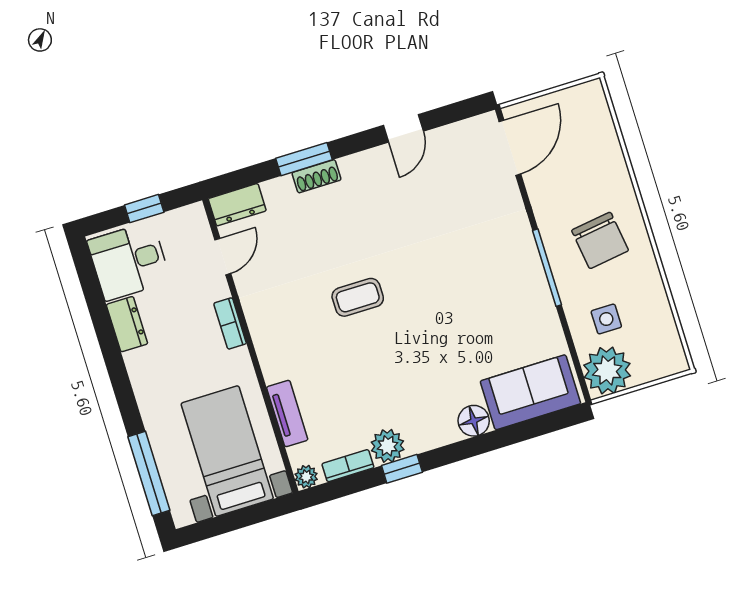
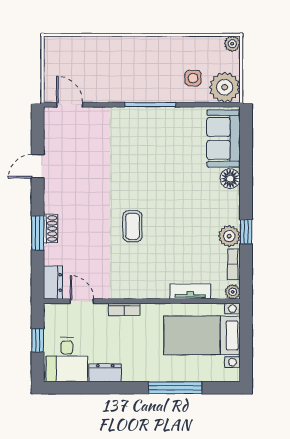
door: (403, 128) -> (38, 166), swing flipped
door: (510, 148) -> (70, 105), width x0.73
chair: (600, 240) -> (144, 67), removed
plant: (675, 362) -> (232, 44), added
window: (149, 474) -> (175, 388), moved

